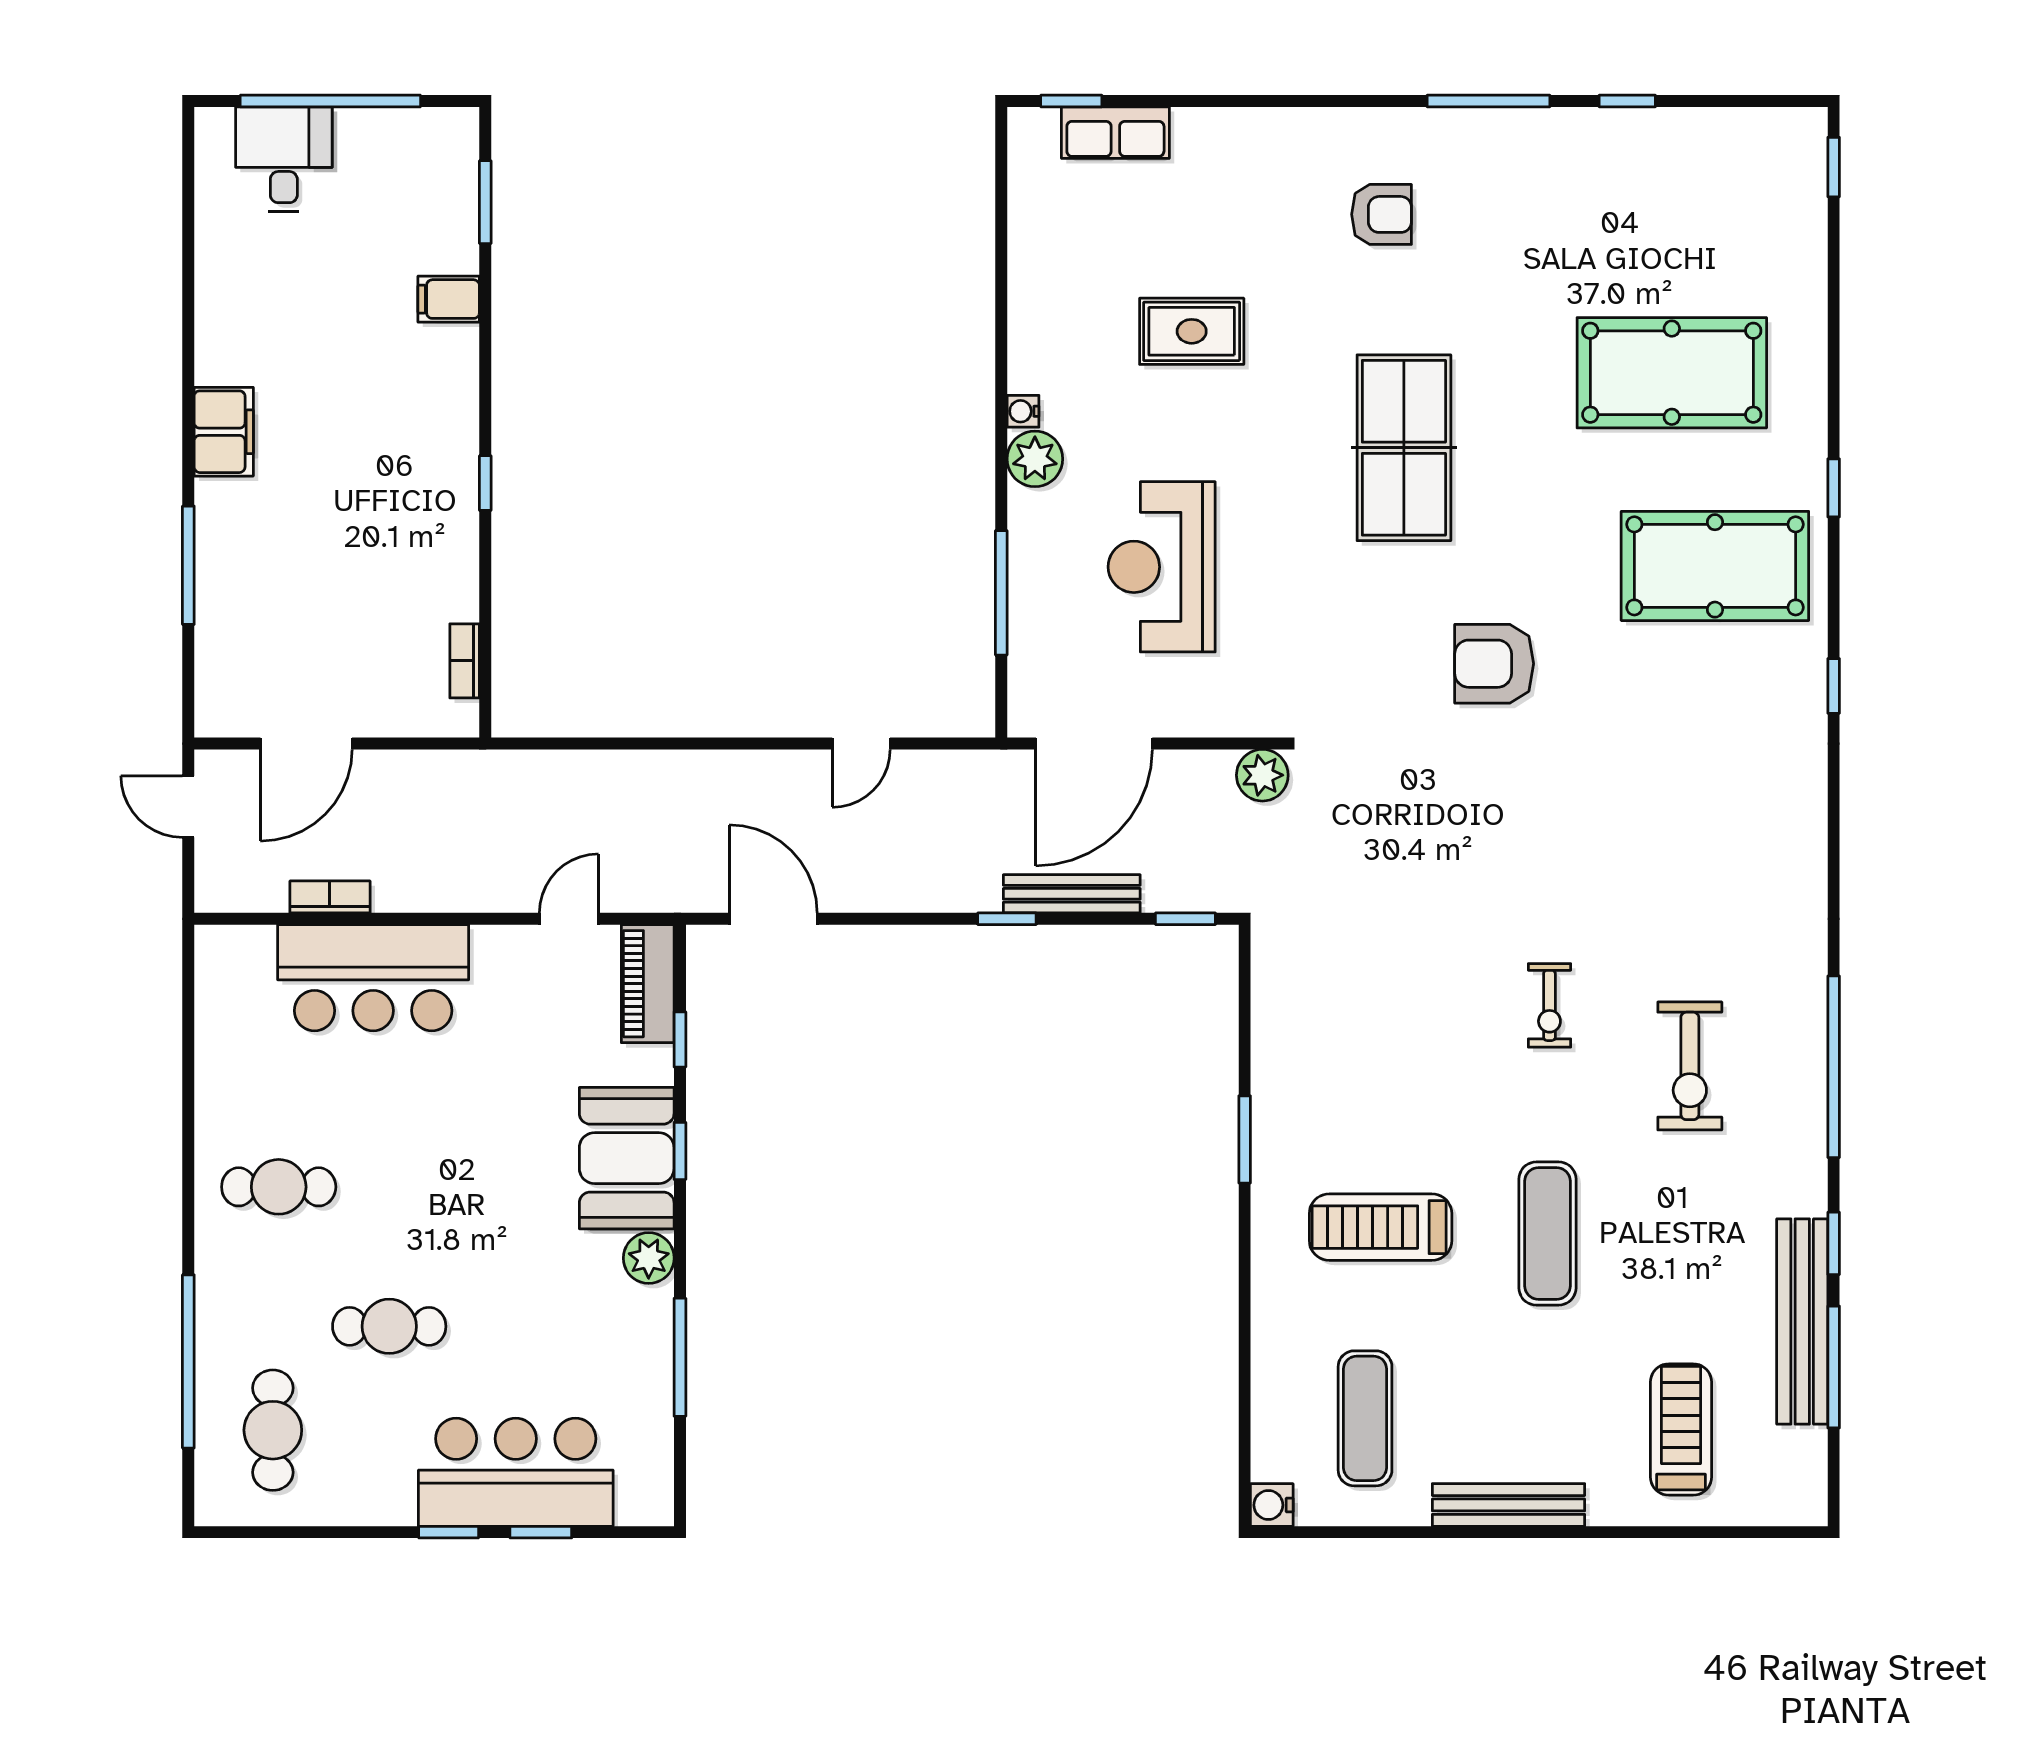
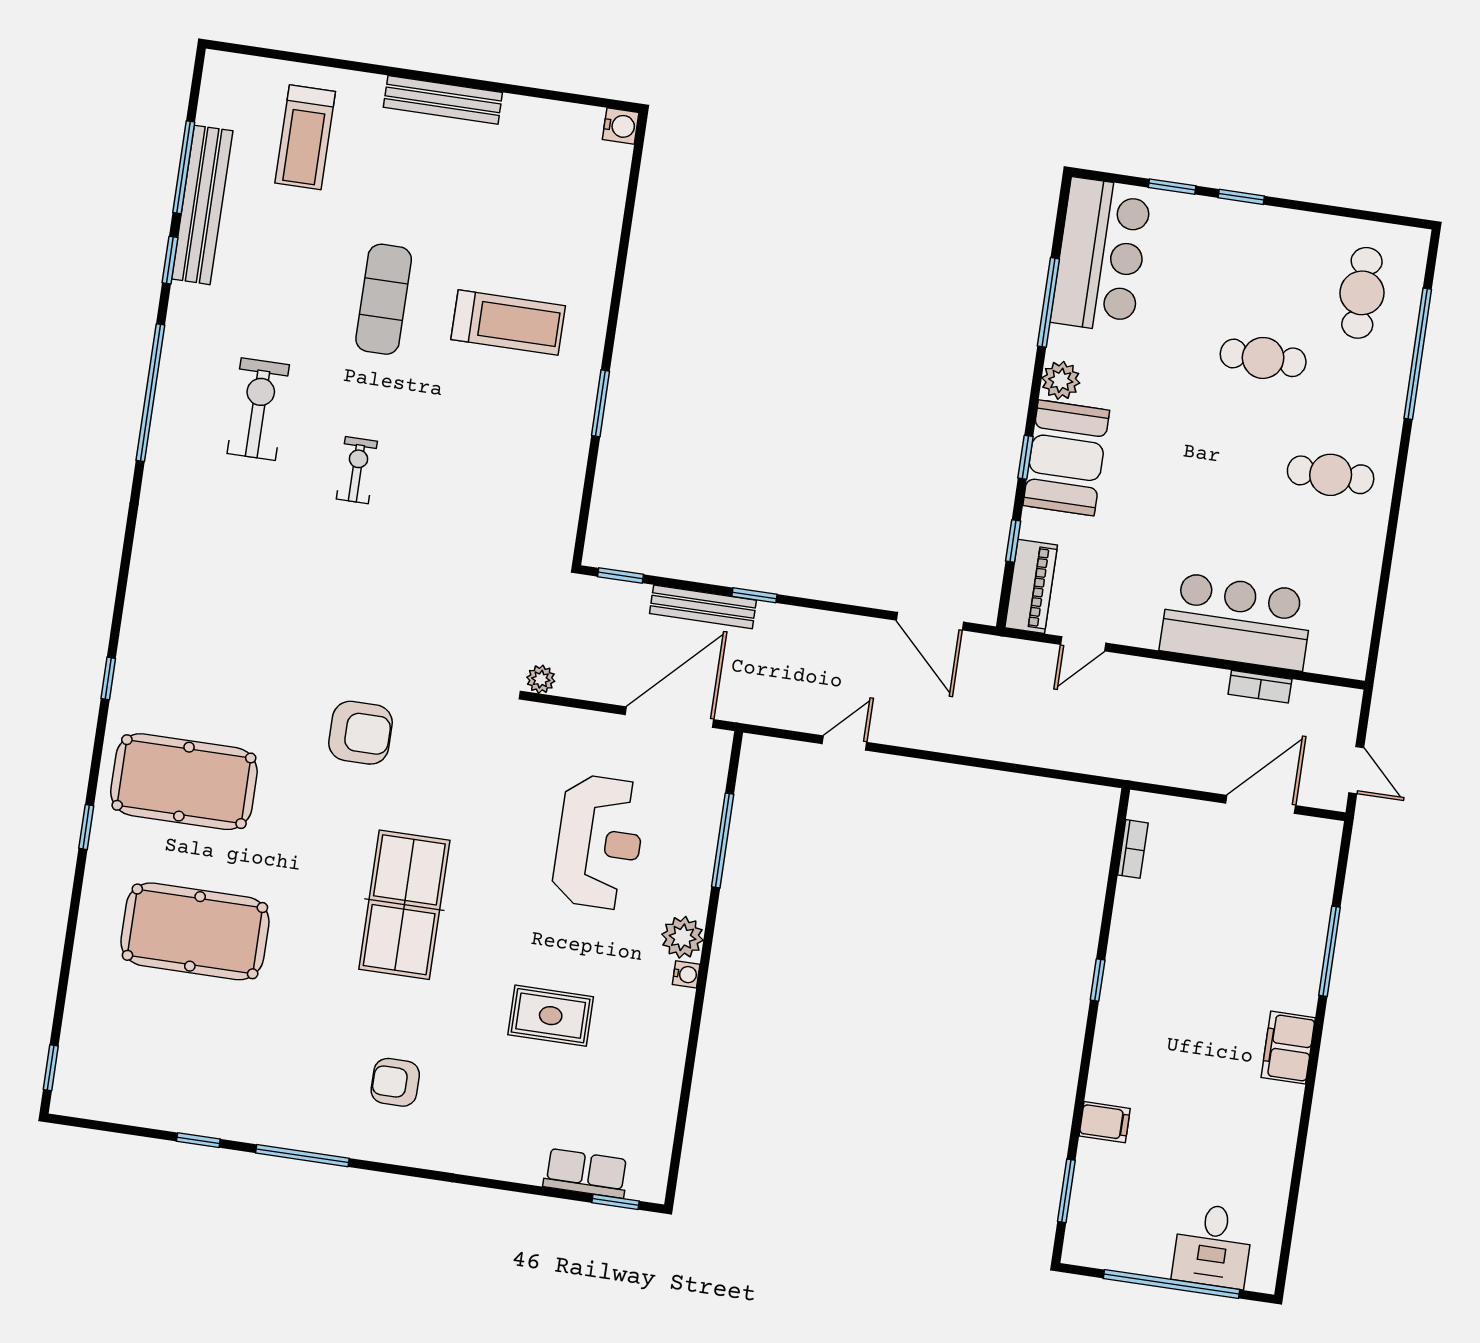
plant: (1262, 775) -> (541, 679), width x0.73, depth x0.73
exercise mat: (1365, 1418) -> (541, 181), removed
bar counter: (516, 1472) -> (1101, 255), moved, turned -90

